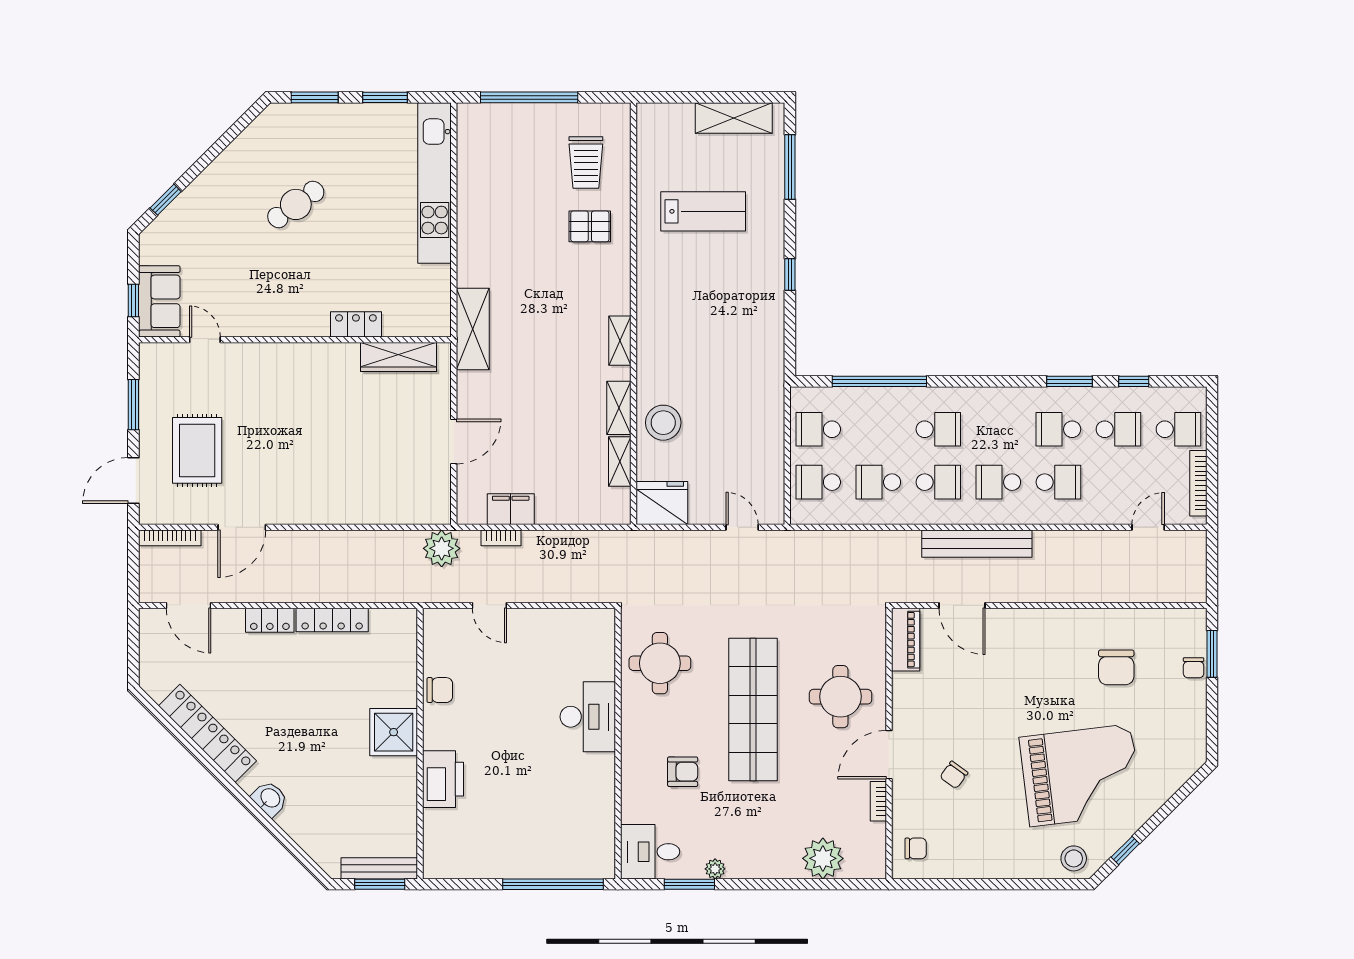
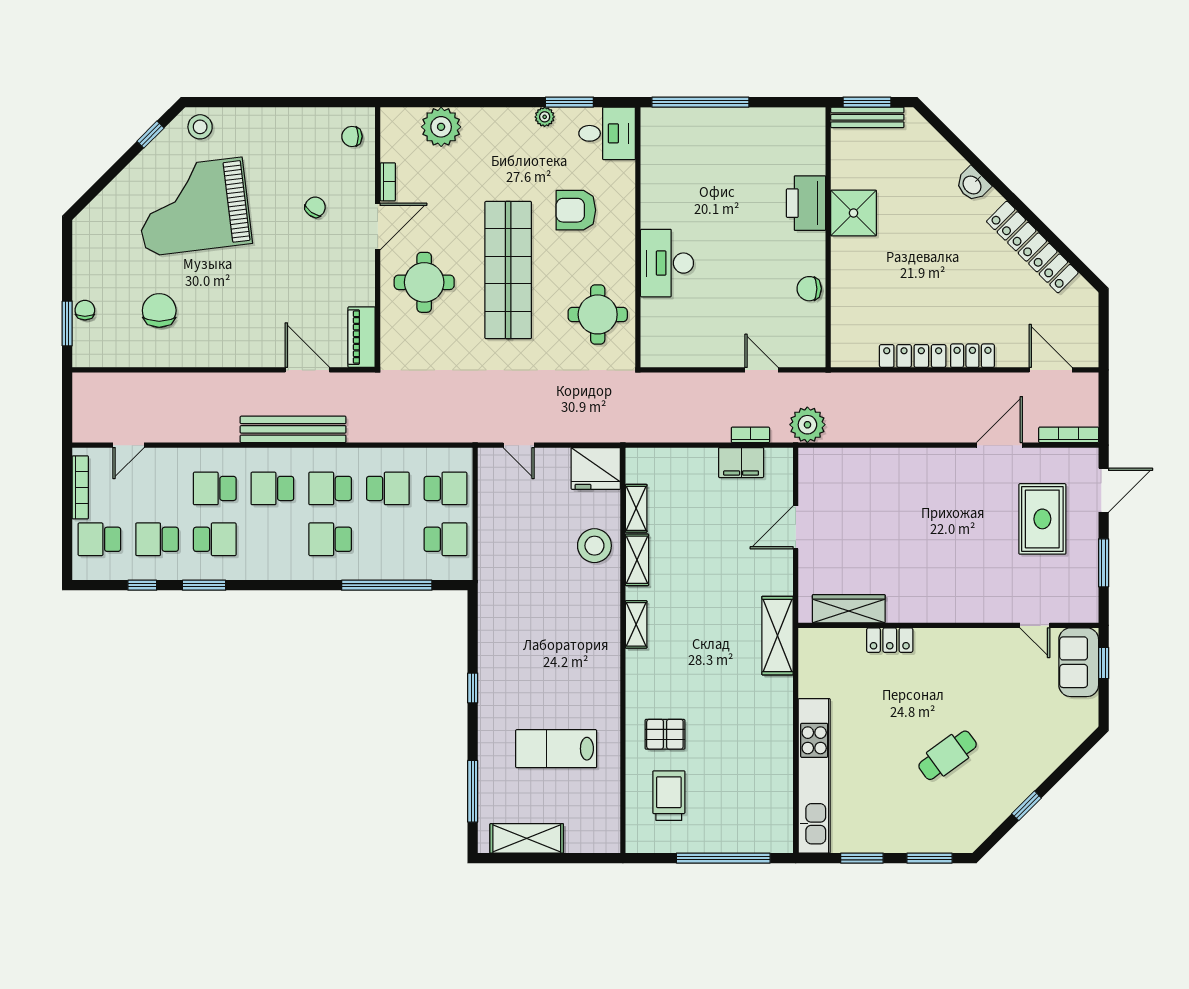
window: (166, 200) -> (1027, 806), moved
school desk: (998, 482) -> (272, 488), turned 180
shower: (394, 732) -> (854, 213), moved
armchair: (683, 772) -> (576, 210), width x1.38, depth x1.38

